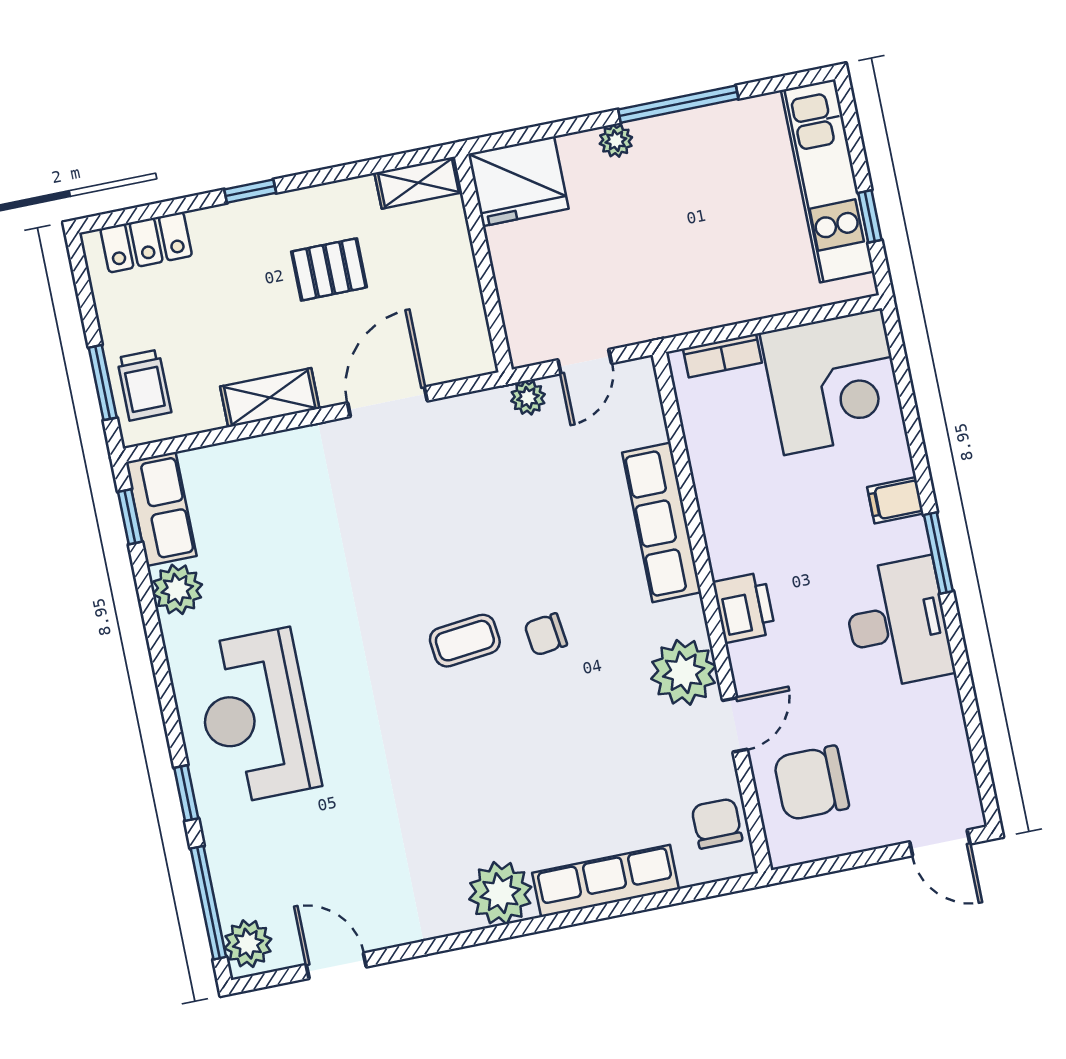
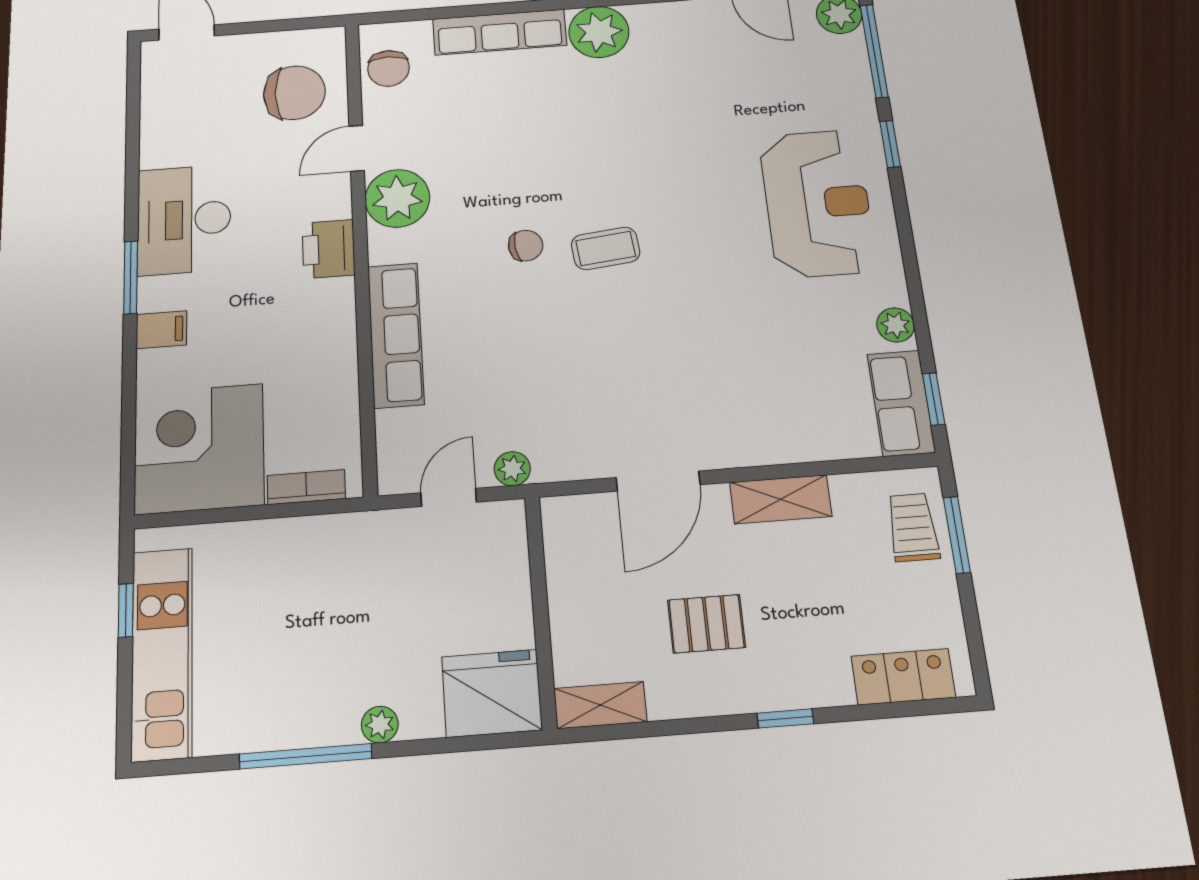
plant: (177, 589) -> (896, 325), width x0.73, depth x0.73

